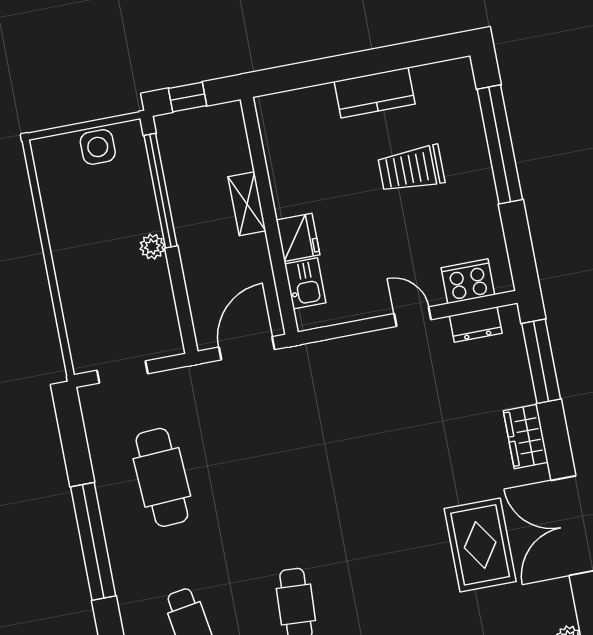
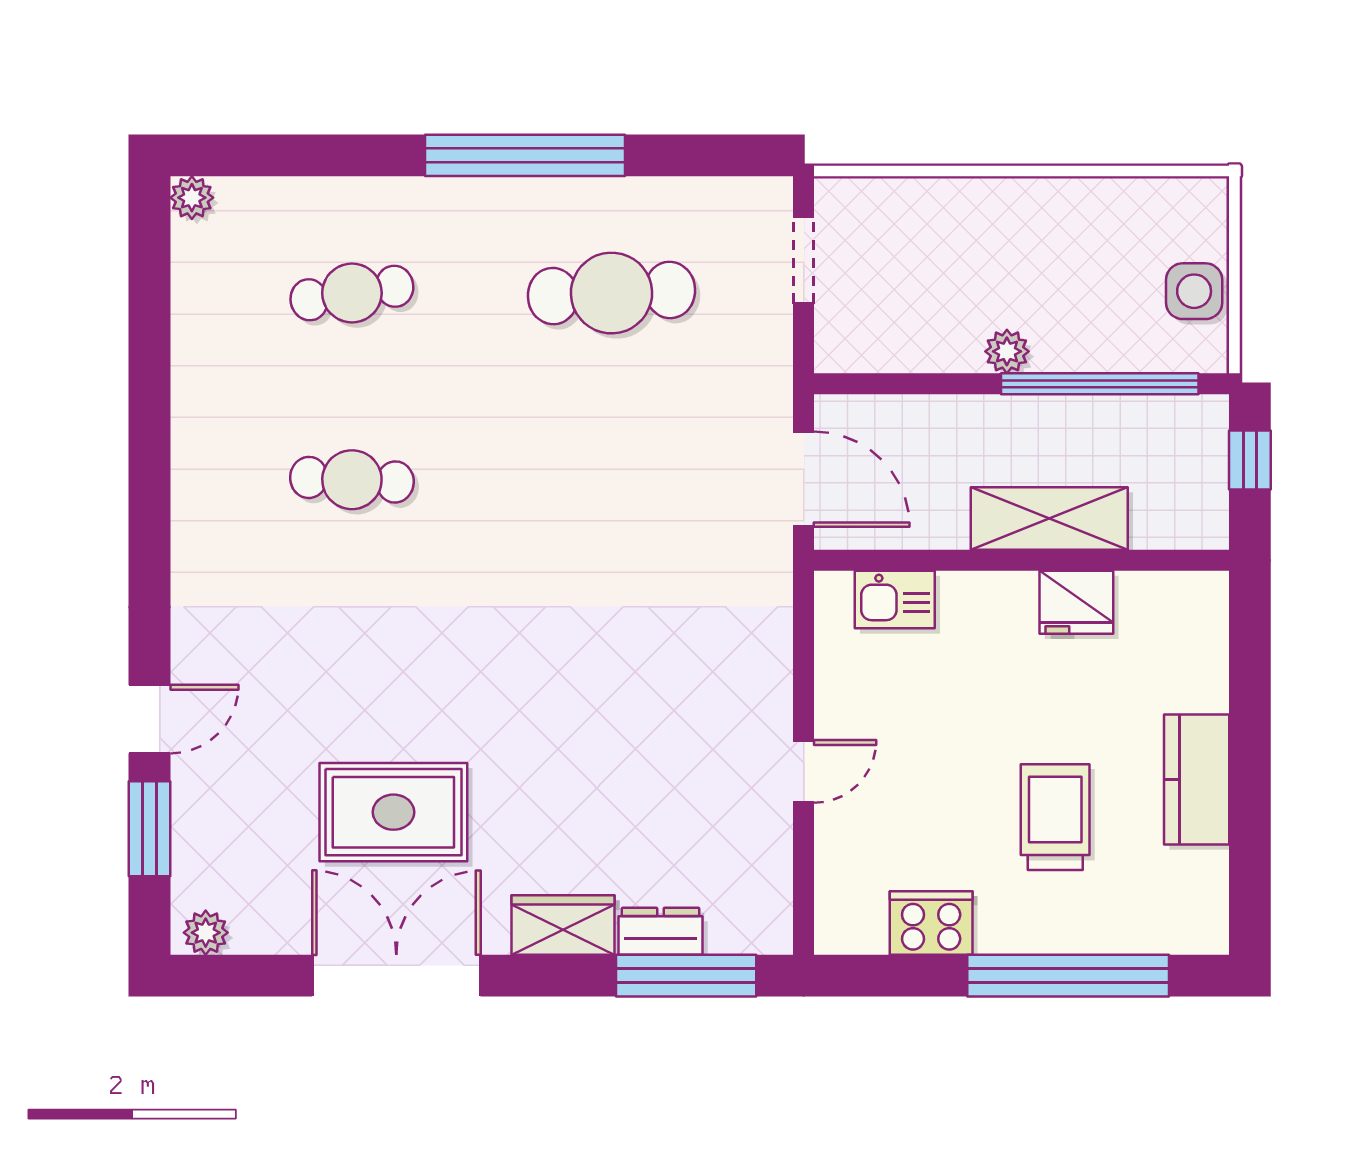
shelving: (247, 204) -> (1049, 519), width x1.50, depth x1.33
fridge: (298, 237) -> (1076, 602), moved
cooker: (468, 281) -> (931, 923), moved, turned -90
dresser: (476, 325) -> (660, 931), moved, turned 90

